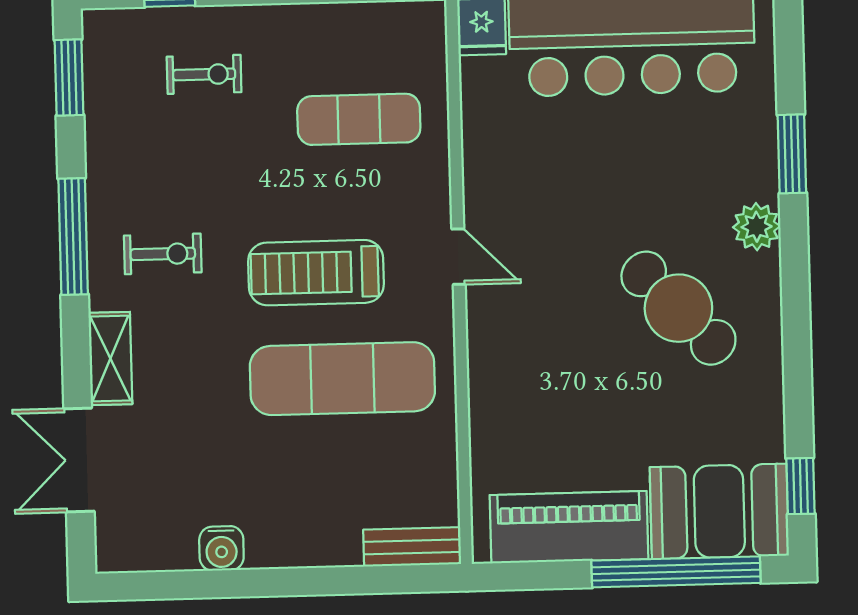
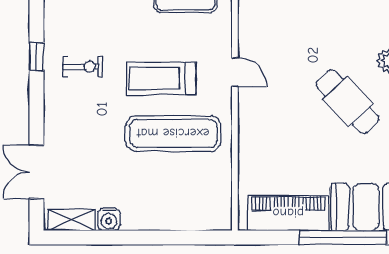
window: (73, 237) -> (37, 57), width x0.46
shelving: (110, 359) -> (72, 220), moved, turned 90
bench: (412, 547) -> (207, 221), removed

